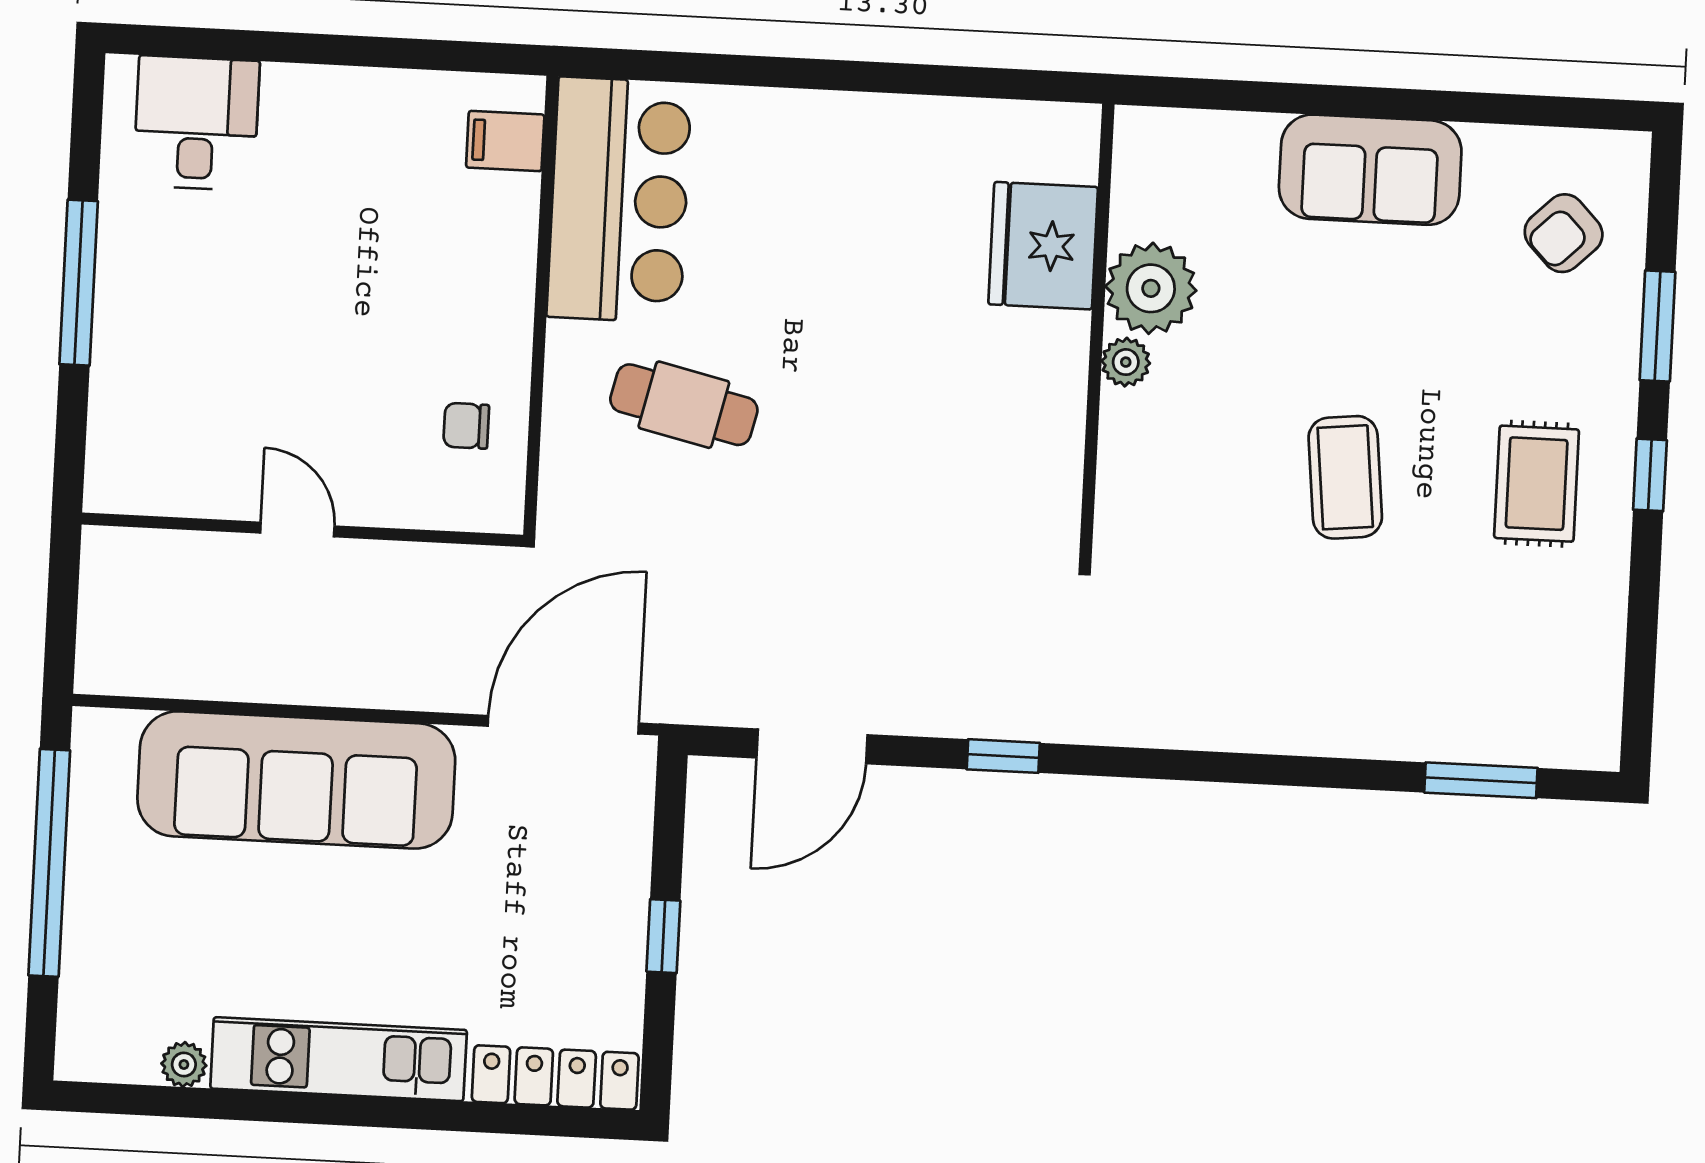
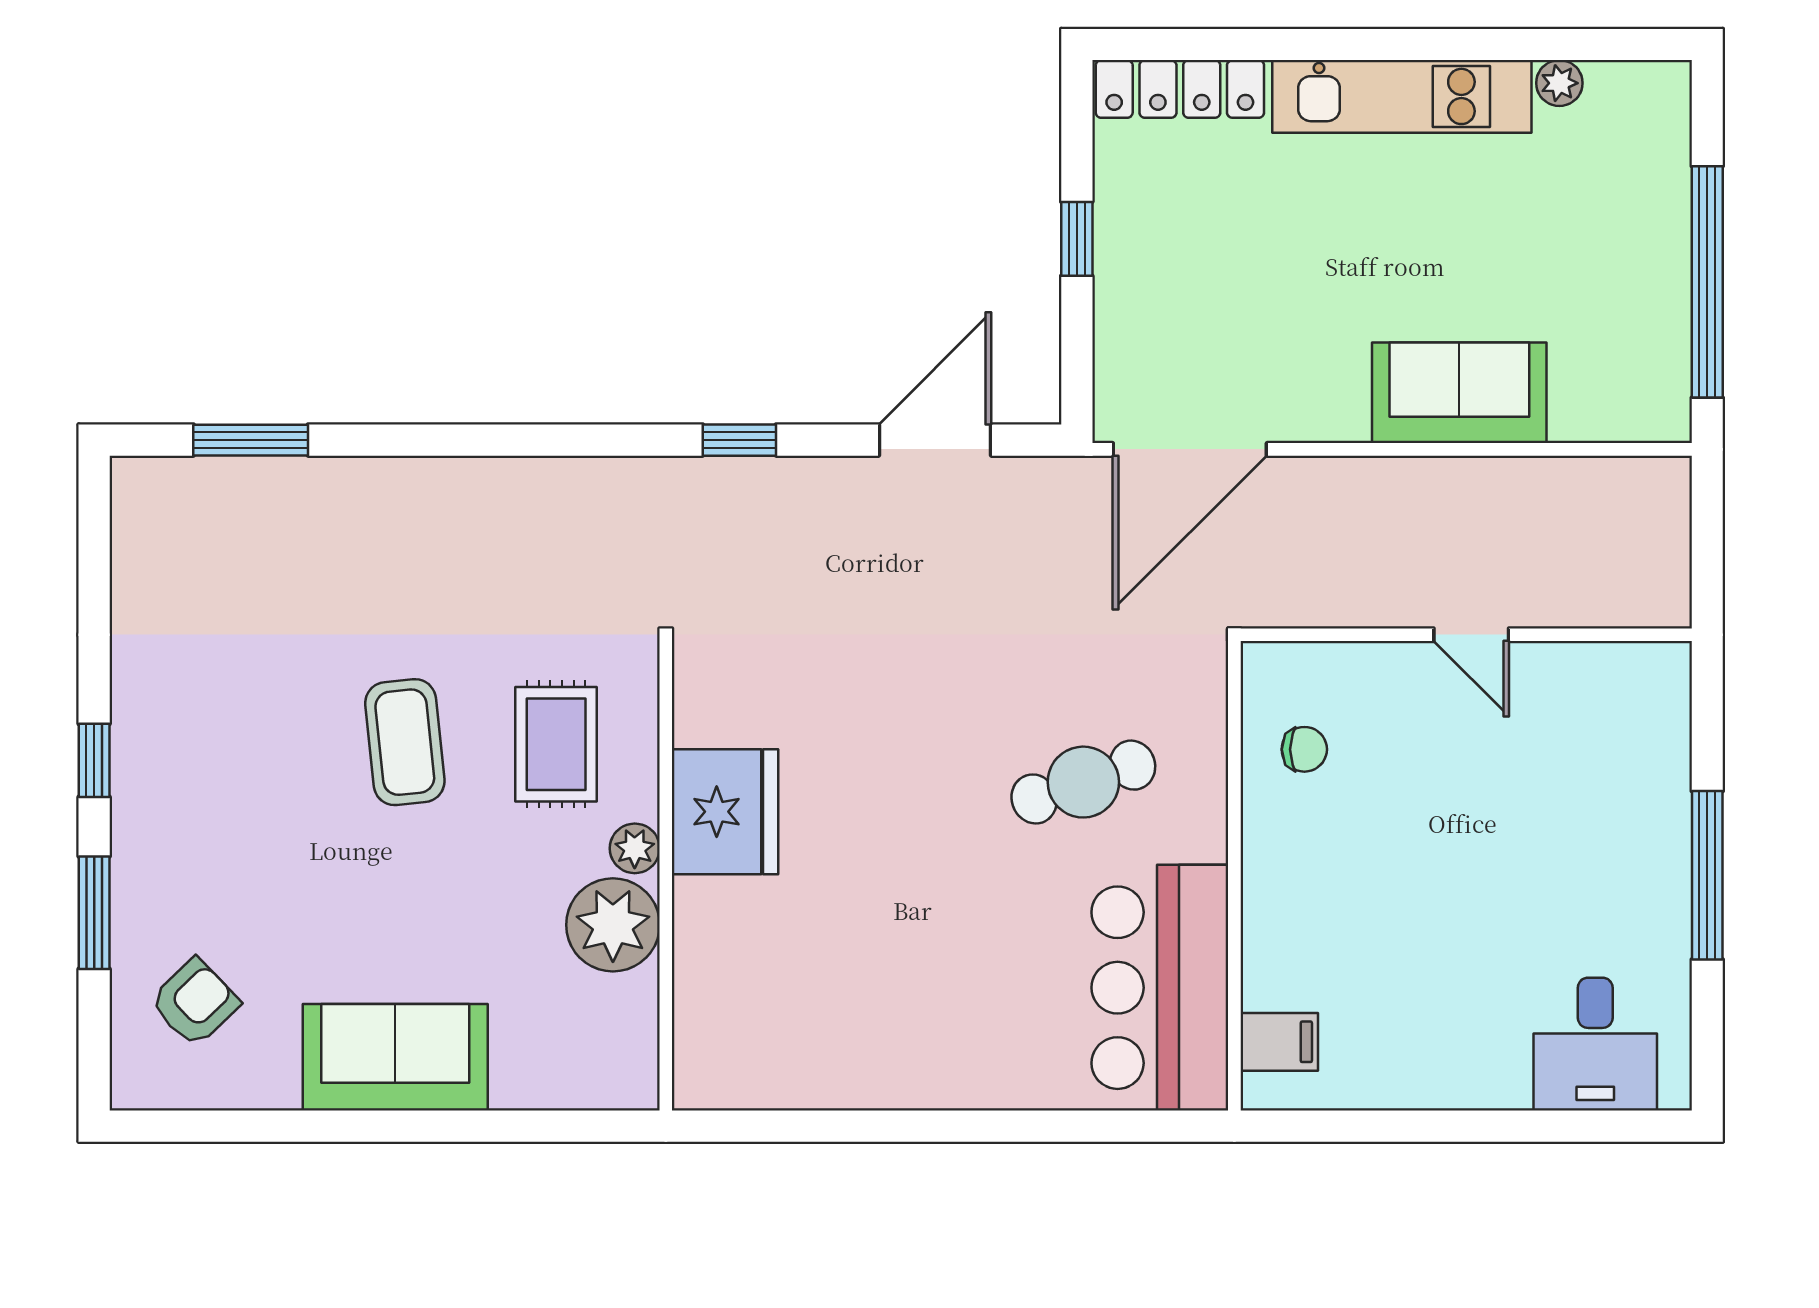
fridge: (1043, 246) -> (725, 812), moved
cafe table: (684, 405) -> (1083, 782), turned -32
rug: (1537, 484) -> (556, 744), moved
sofa: (296, 780) -> (1459, 393), width x0.54, depth x0.79

